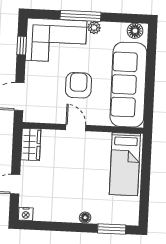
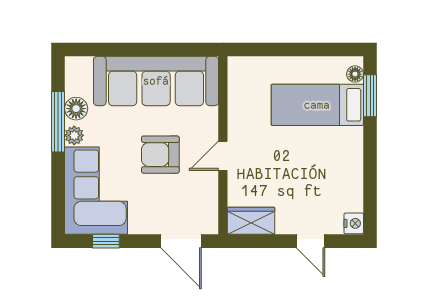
window: (81, 16) -> (58, 122), moved
floor lamp: (135, 31) -> (76, 109), moved
bed: (125, 164) -> (317, 105), moved, turned 180
floor lamp: (85, 218) -> (355, 74), moved

